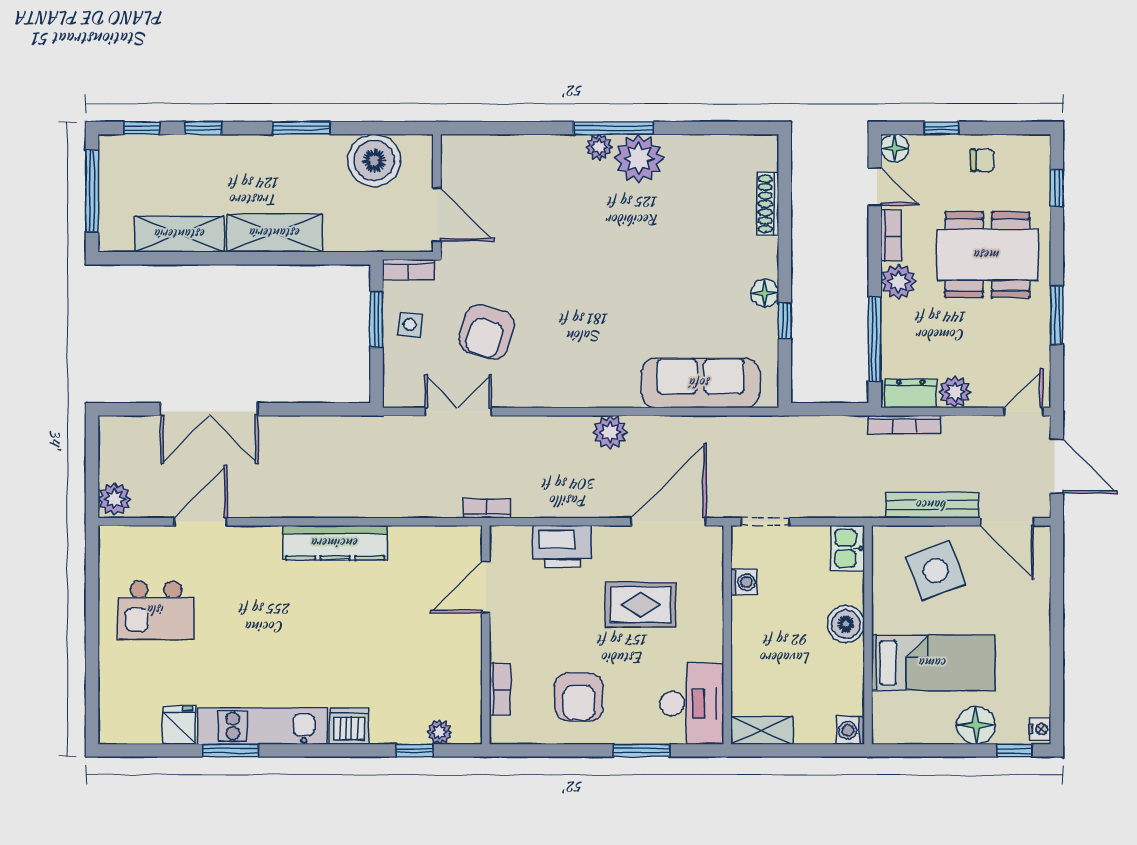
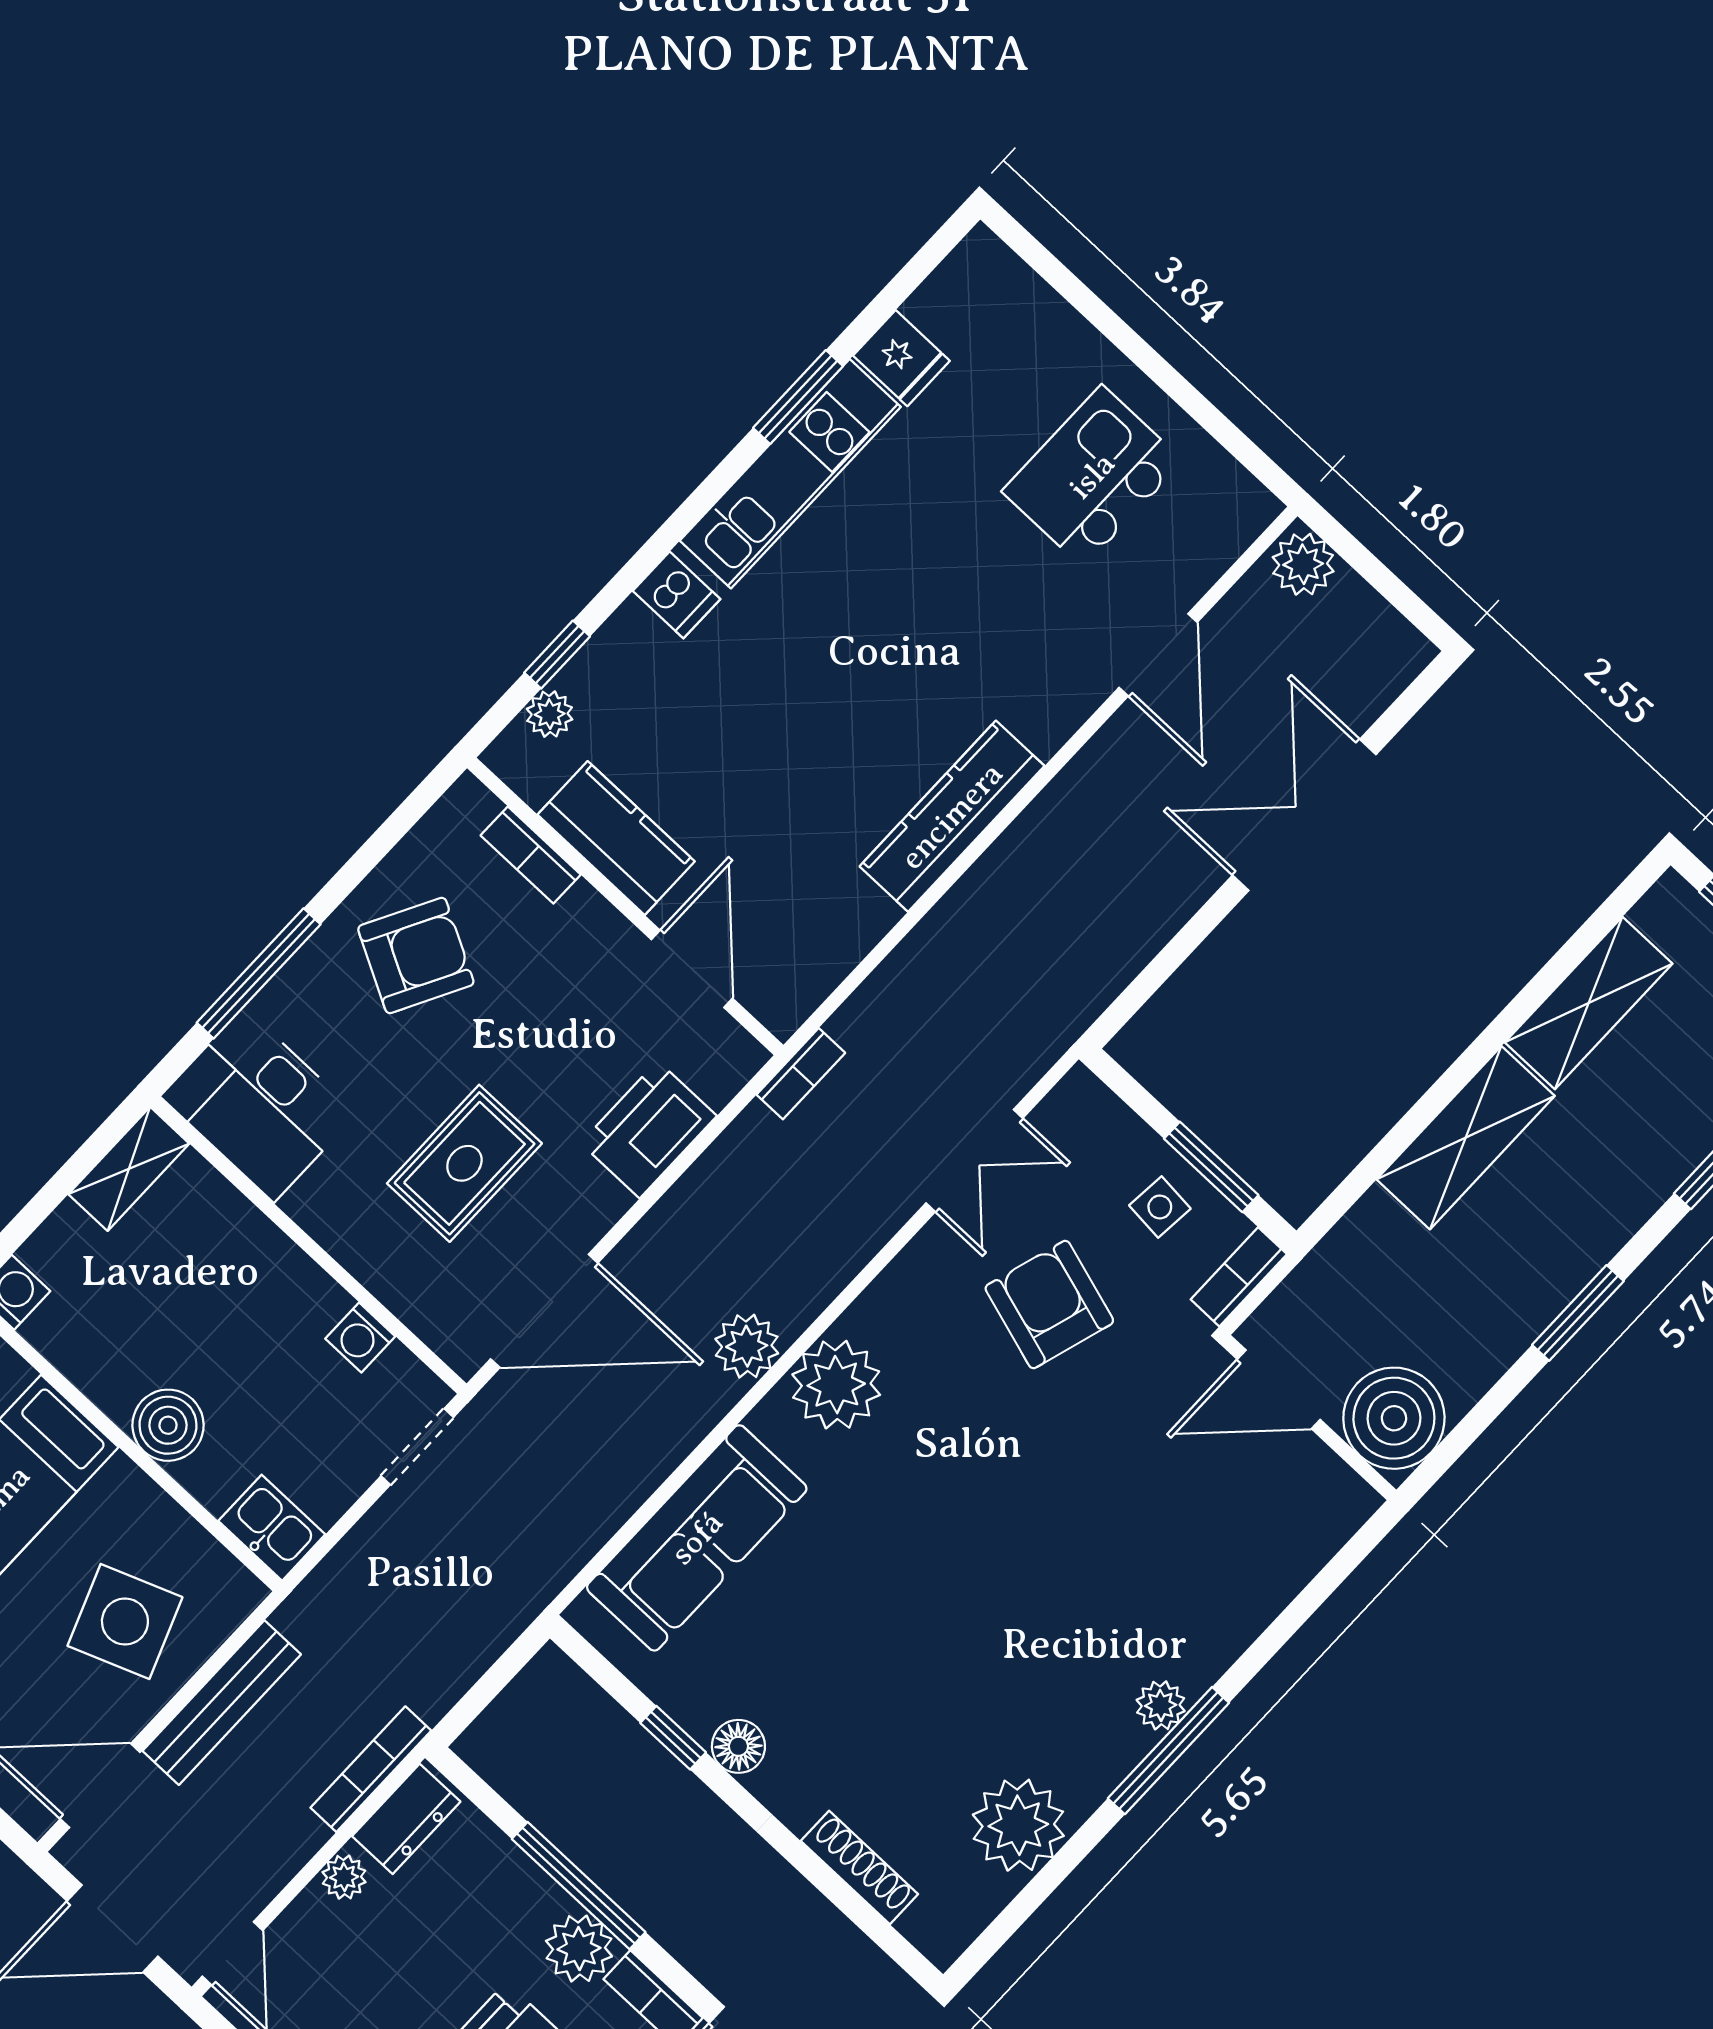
plant: (639, 158) -> (1018, 1825), moved
boiler: (374, 160) -> (1394, 1418), moved
window: (875, 339) -> (579, 1886), moved
plant: (593, 384) -> (836, 1385), added
plant: (955, 392) -> (344, 1877), width x0.73, depth x0.73
door: (668, 522) -> (544, 1311), hinge flipped
kitchen counter: (463, 663) -> (616, 838), added
armchair: (579, 697) -> (416, 955), turned 118
dishwasher: (349, 726) -> (677, 595), width x0.73
window: (642, 750) -> (259, 973), width x1.44

